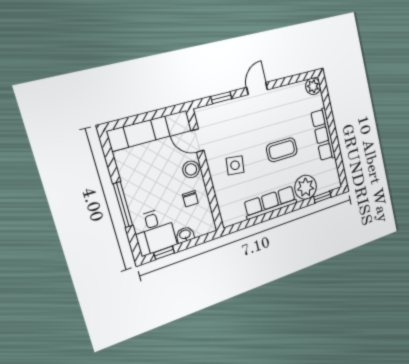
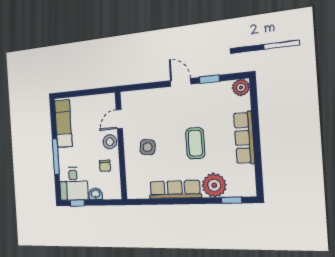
door: (257, 89) -> (181, 82), hinge flipped
window: (221, 98) -> (210, 79), moved
exam couch: (139, 134) -> (63, 124), moved, turned -90
door: (198, 141) -> (119, 119), hinge flipped
coffee table: (282, 150) -> (195, 143), turned 90

